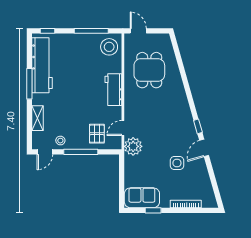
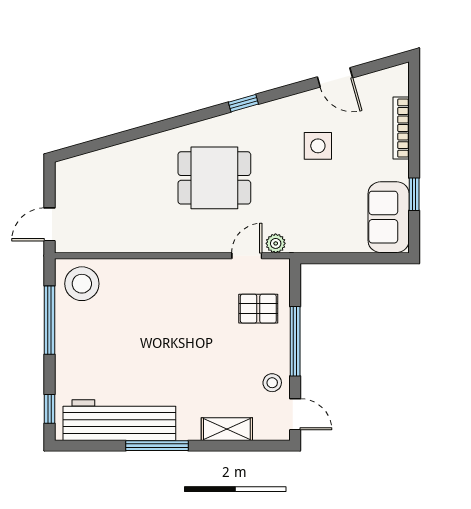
dining table: (149, 70) -> (214, 178), moved
workbench: (113, 90) -> (169, 275), removed
door: (123, 128) -> (247, 256), swing flipped
plant: (133, 146) -> (276, 243), width x0.53, depth x0.53
door: (204, 148) -> (335, 77), moved

